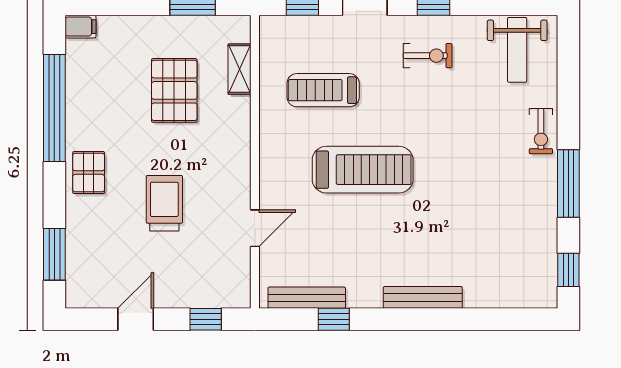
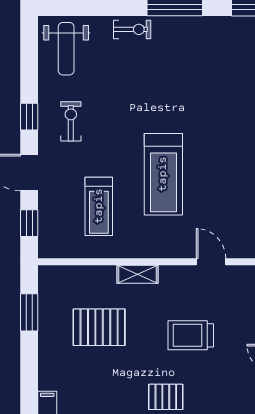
weight bench: (517, 50) -> (66, 49), turned 90
shelving: (240, 69) -> (138, 274), moved
treadmill: (363, 170) -> (163, 174), turned 180

